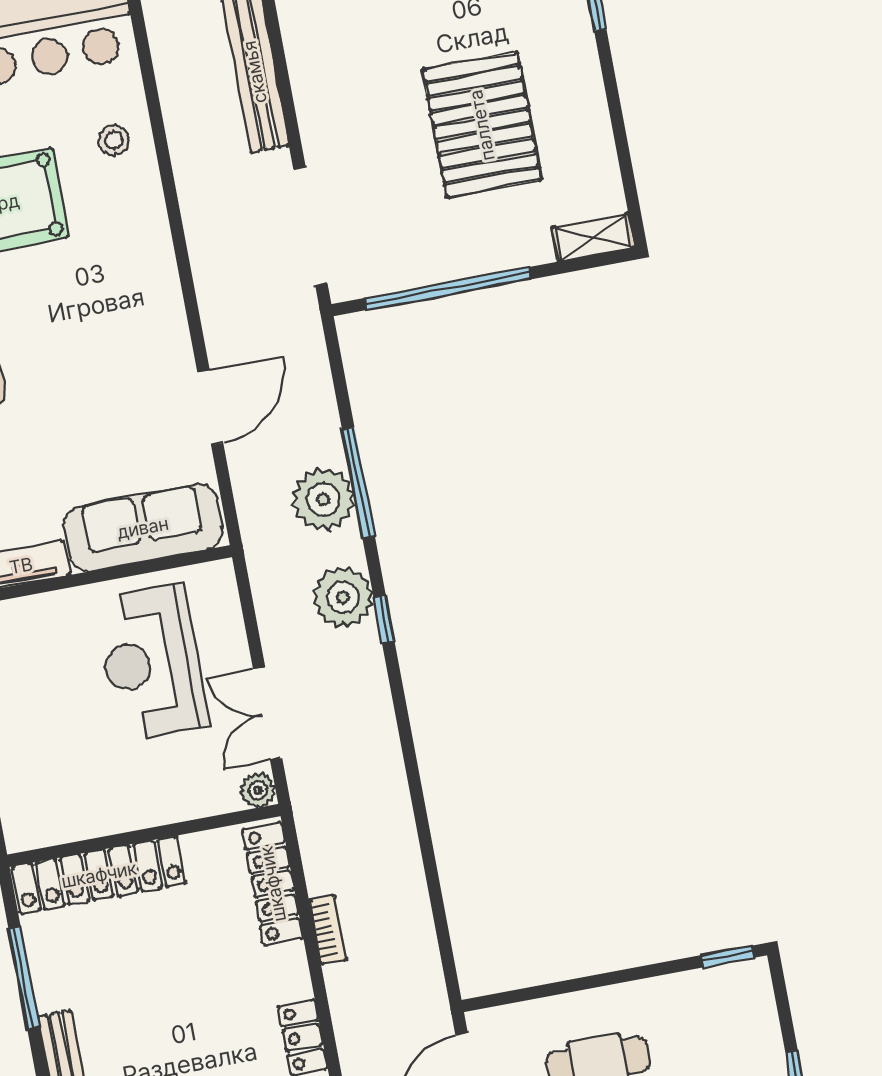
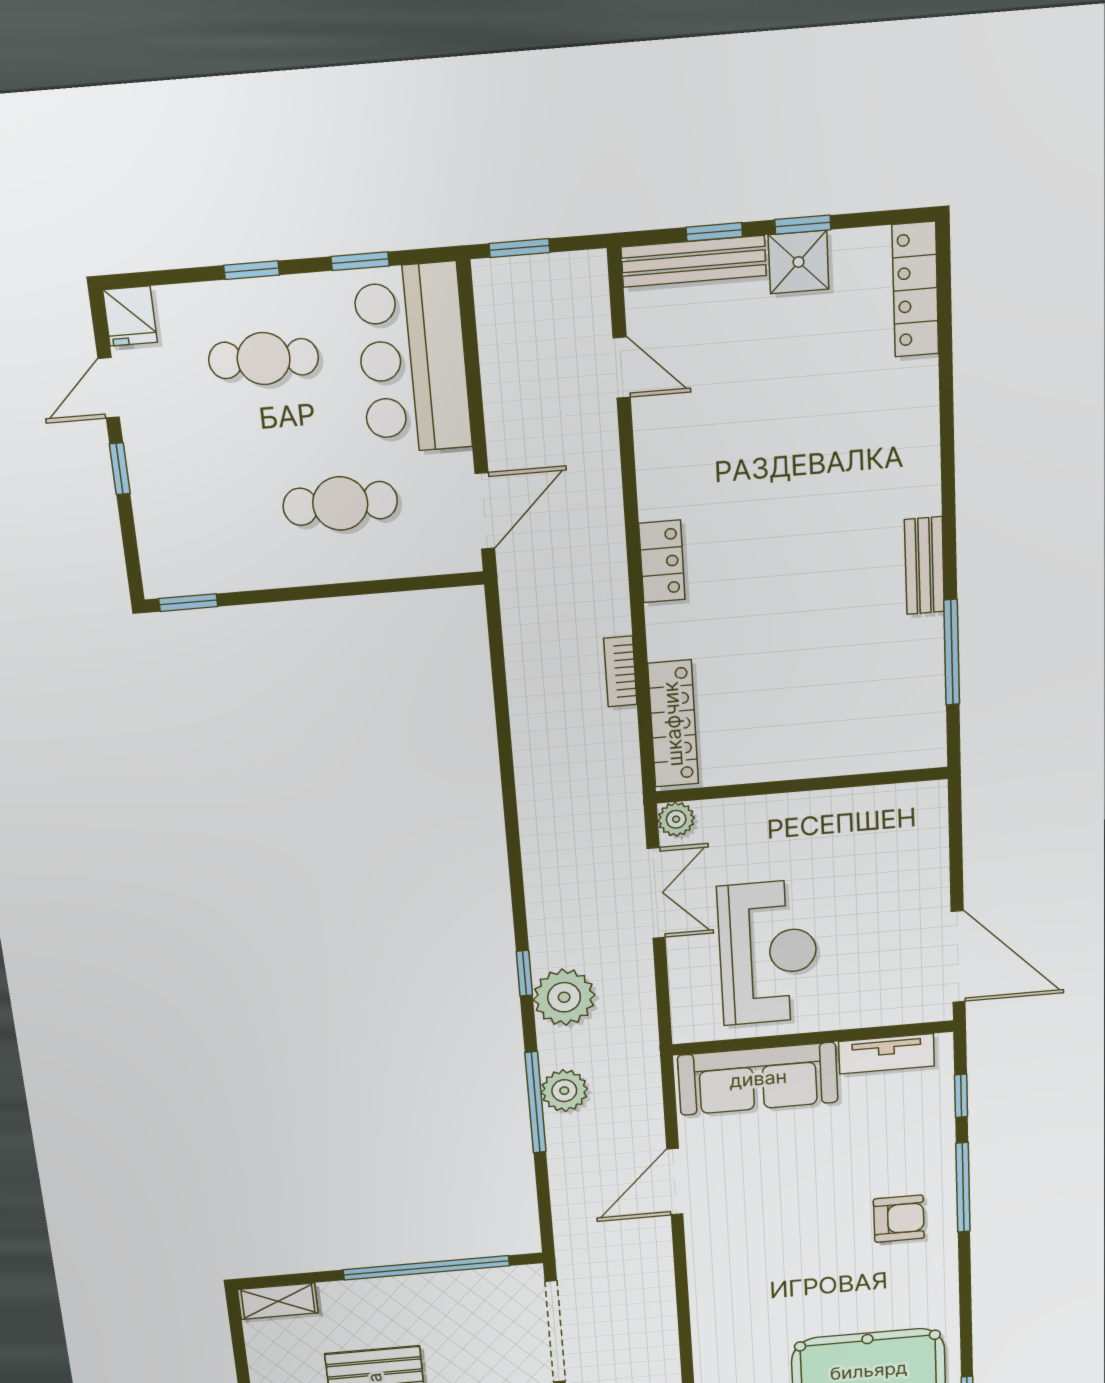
plant: (323, 499) -> (564, 1091), width x0.73, depth x0.73
locker: (99, 875) -> (855, 750), removed

